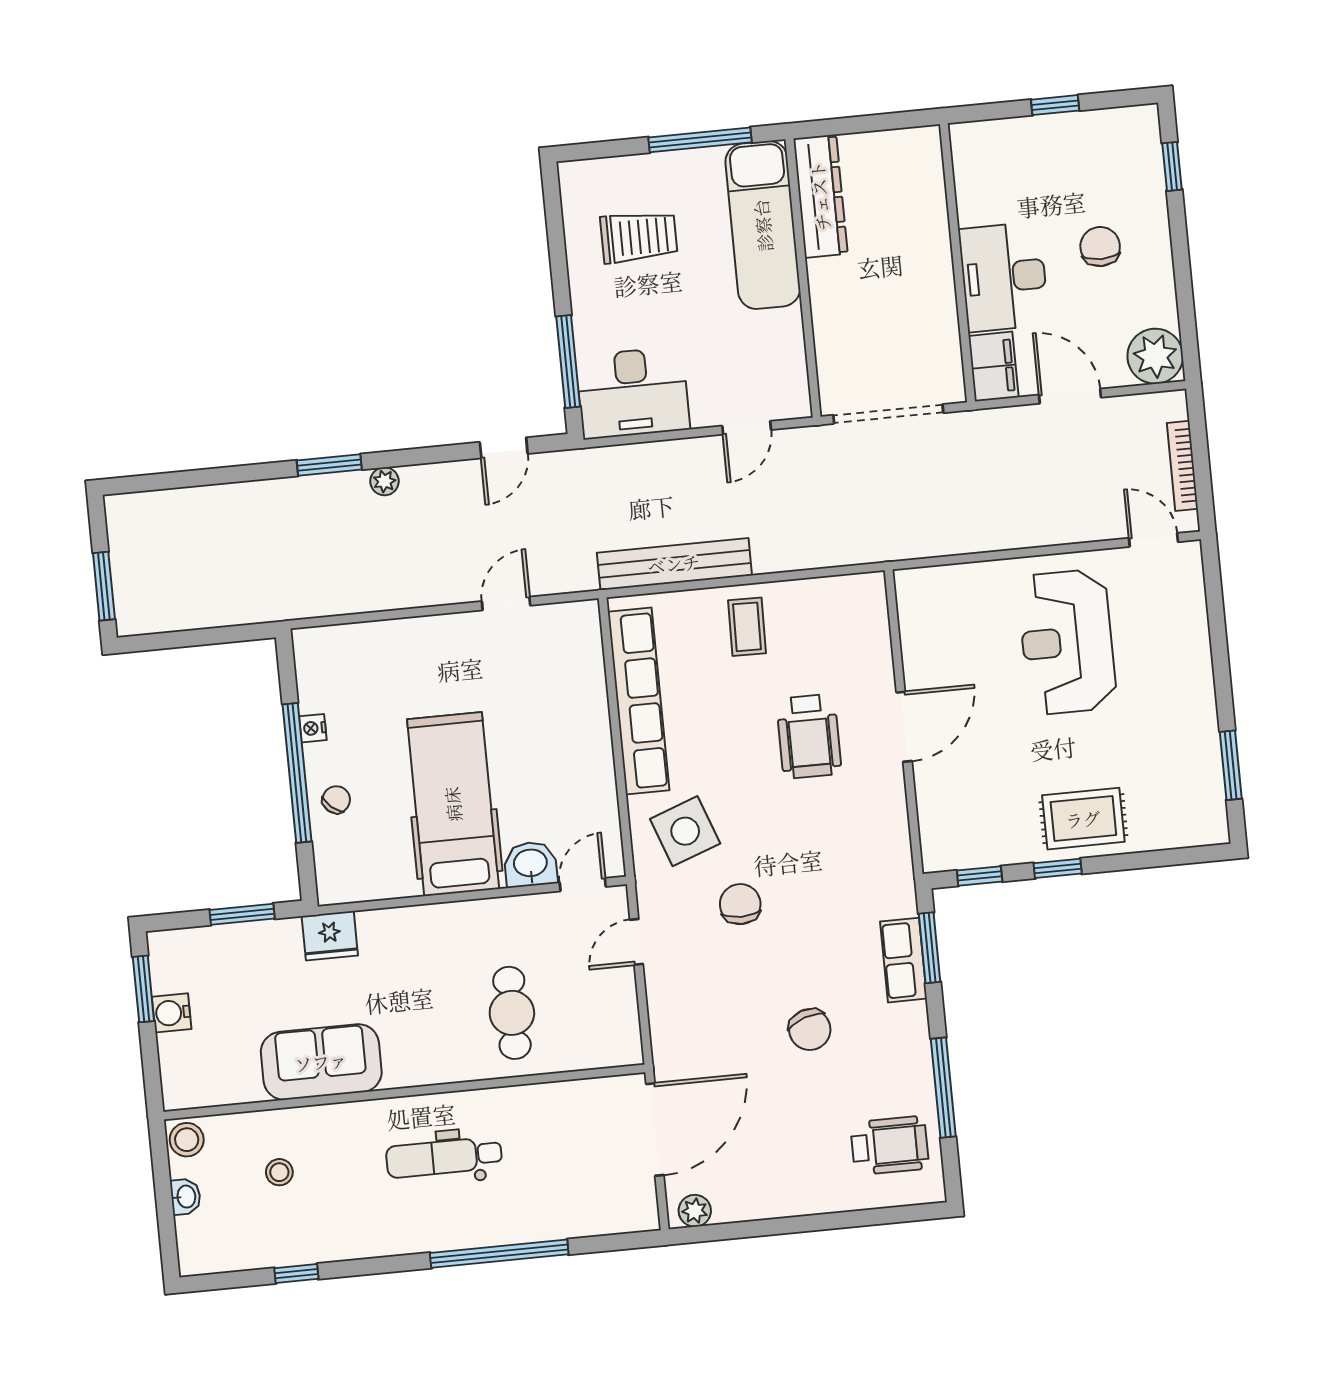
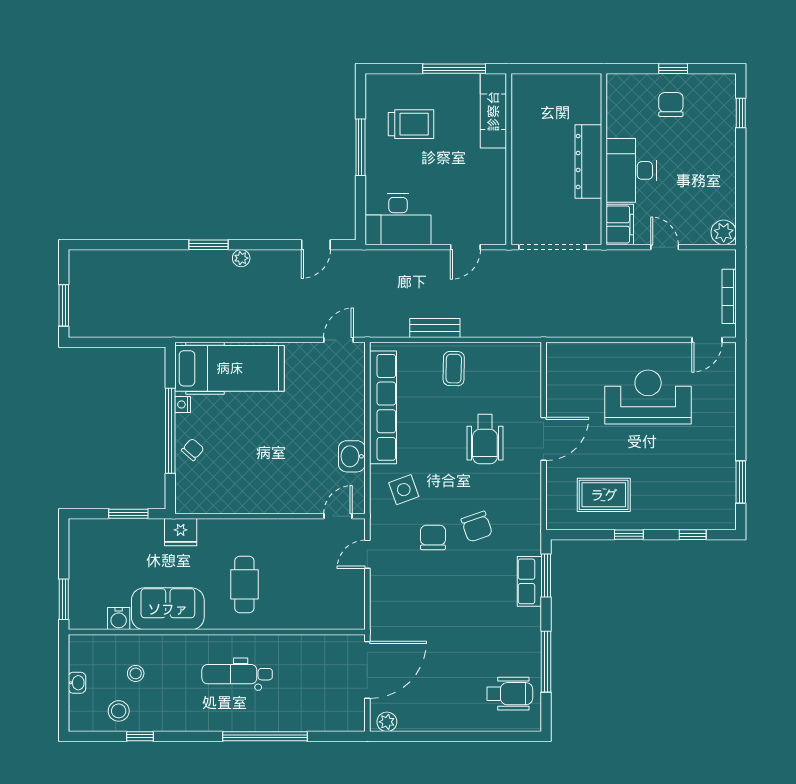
dresser: (820, 196) -> (588, 162), moved, turned 180
exam couch: (763, 225) -> (493, 111), width x0.73, depth x0.69
chair: (1100, 247) -> (671, 104), moved
plant: (1155, 356) -> (724, 232), width x0.73, depth x0.73
window: (568, 362) -> (360, 147), moved
door: (1070, 396) -> (665, 247), width x0.73
door: (1153, 540) -> (707, 340), swing flipped
bench: (674, 564) -> (435, 328), width x0.54, depth x0.82
door: (506, 603) -> (338, 340), moved
reception desk: (1067, 642) -> (648, 397), turned 90
hospital bed: (453, 804) -> (230, 368), moved, turned 90
rug: (1083, 819) -> (604, 495), moved
side table: (685, 831) -> (404, 490), width x0.73, depth x0.73
washbasin: (531, 864) -> (352, 456), moved, turned -90
window: (980, 876) -> (693, 535), moved
window: (143, 989) -> (64, 599), moved
water cooler: (172, 1013) -> (119, 619), moved, turned -90
cafe table: (512, 1013) -> (244, 584), moved
chair: (810, 1029) -> (477, 527), moved
stool: (187, 1140) -> (119, 711), moved

